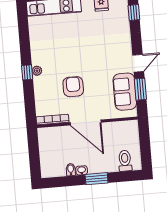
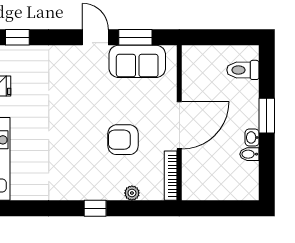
plant: (37, 71) -> (132, 193), moved

